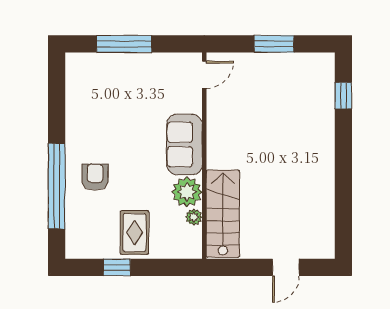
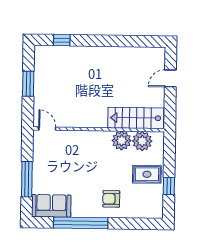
sofa: (184, 144) -> (51, 206), moved, turned 180
window: (57, 186) -> (81, 223), moved
plant: (194, 217) -> (142, 141), width x1.88, depth x1.88
door: (286, 267) -> (170, 78), swing flipped

